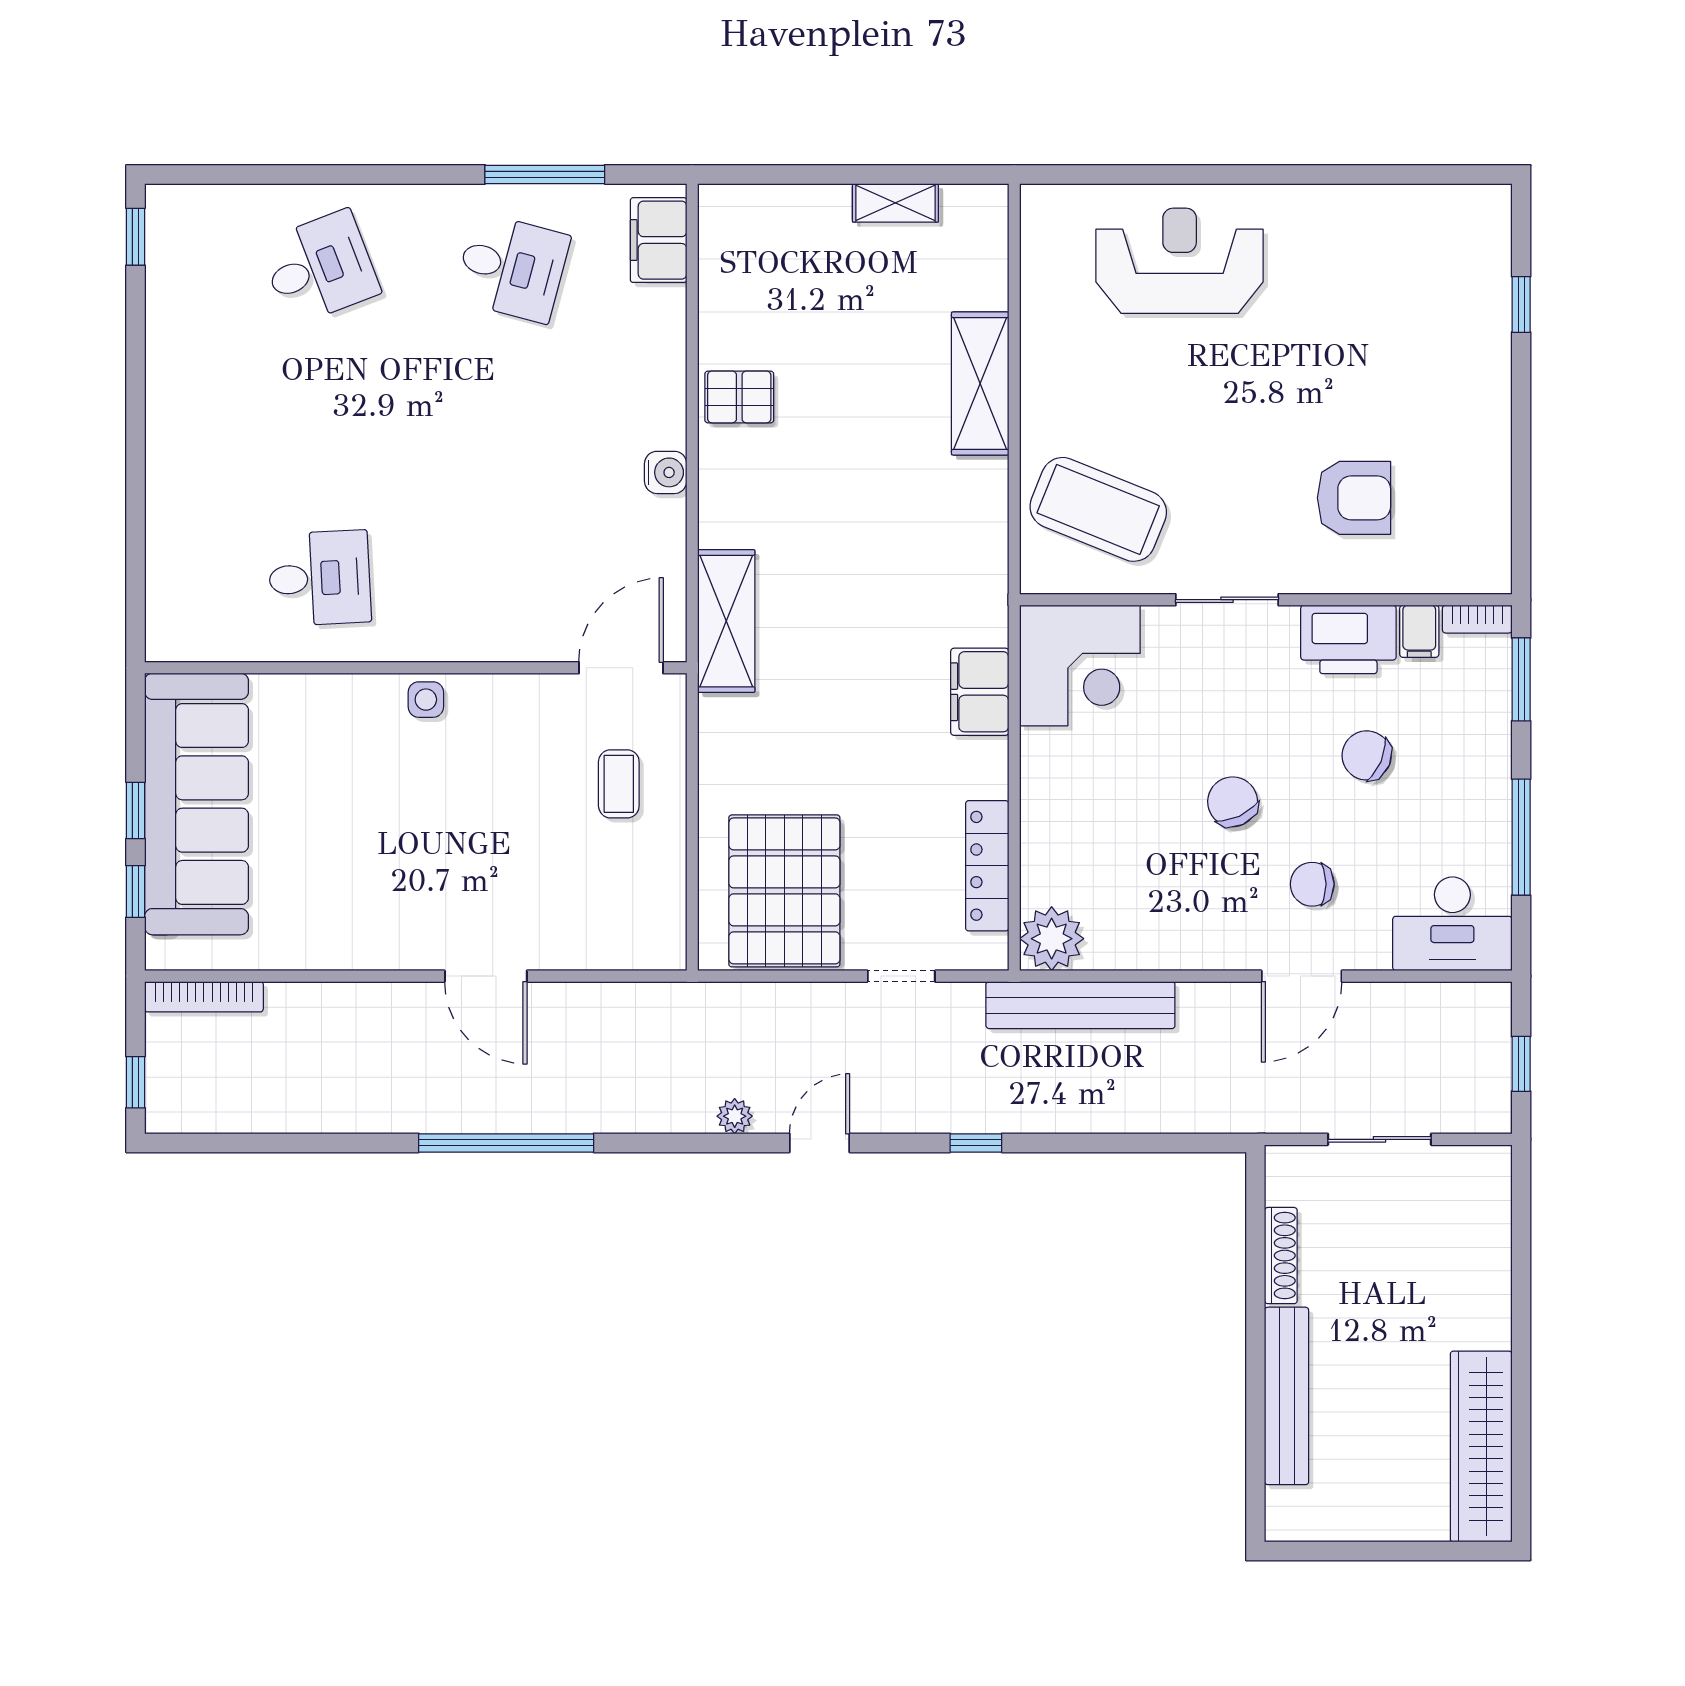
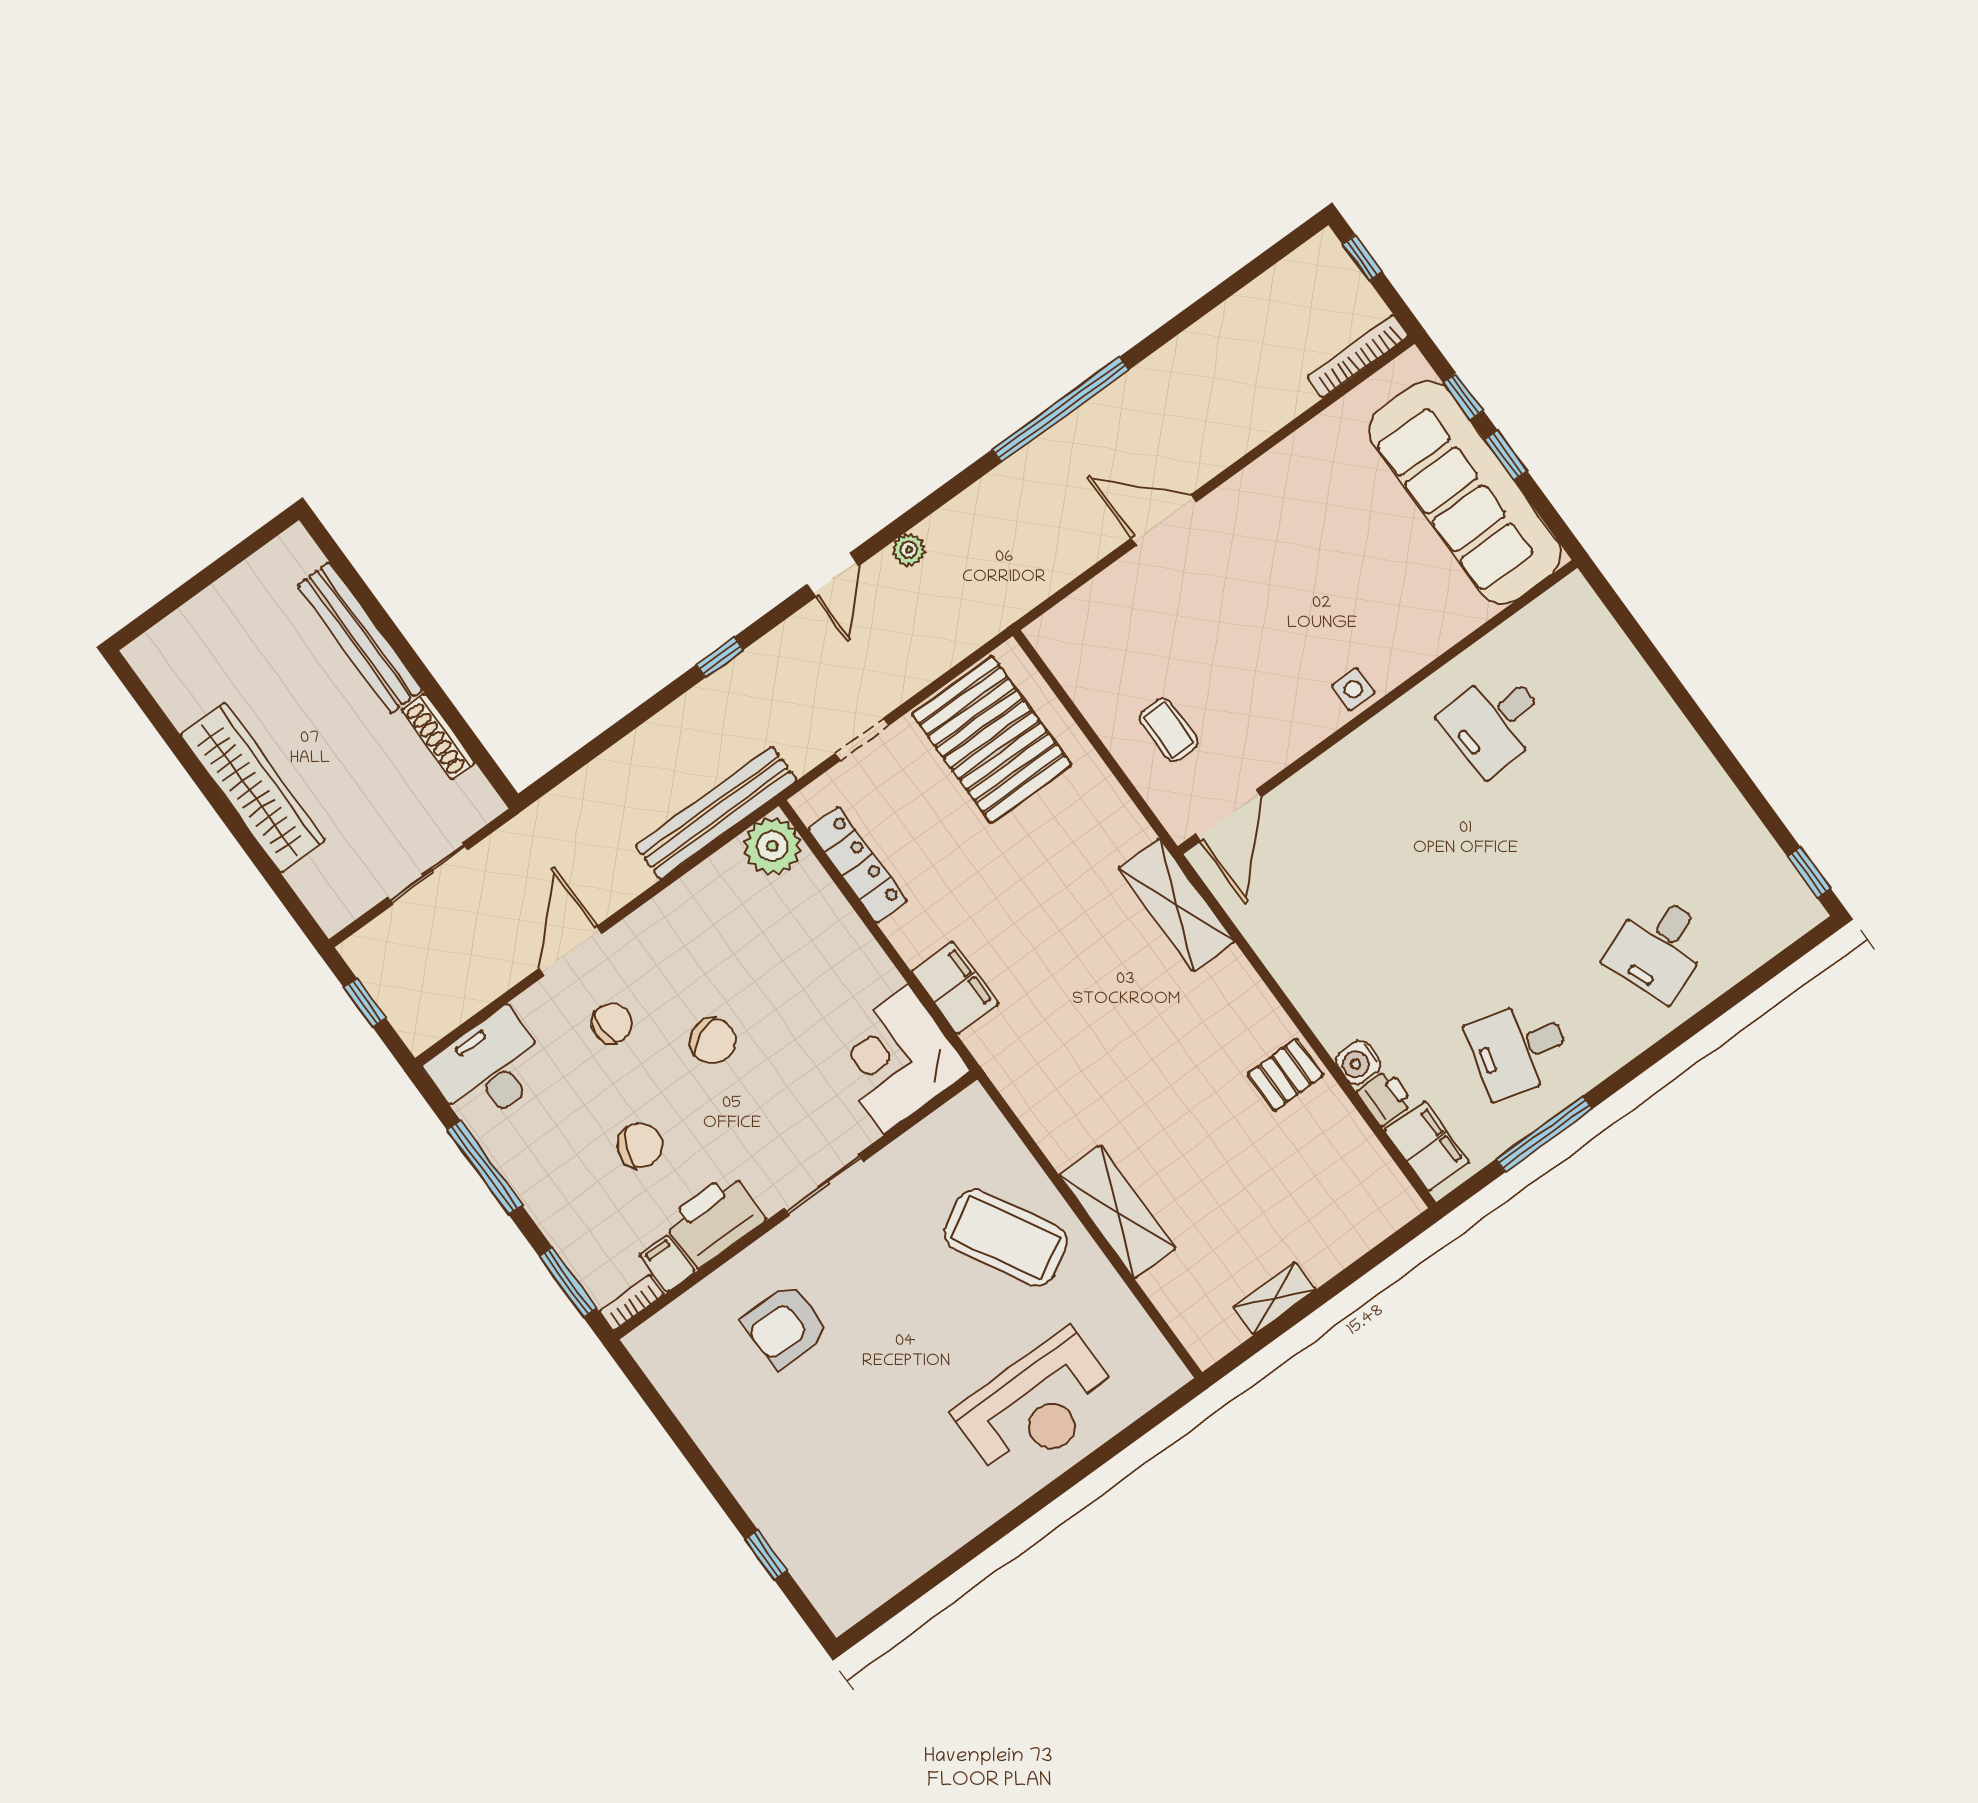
printer: (664, 311) -> (1385, 1098), added
water cooler: (666, 472) -> (1358, 1062), moved
coffee table: (1098, 509) -> (1006, 1238), moved, turned 39
wardrobe: (1481, 1447) -> (253, 788), moved

